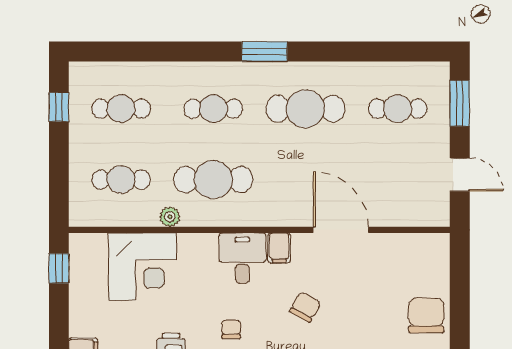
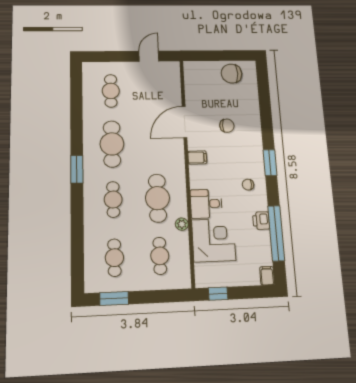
window: (460, 103) -> (107, 56), removed
window: (59, 107) -> (114, 298), width x1.50
desk: (242, 258) -> (206, 204), moved
chair: (305, 307) -> (227, 126), moved, turned 151

